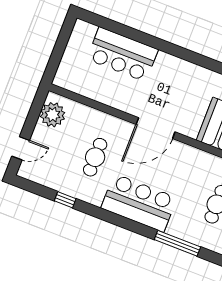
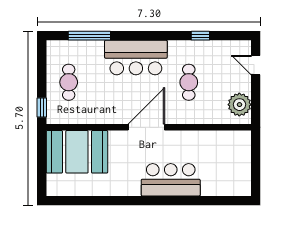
bar counter: (122, 54) -> (171, 180), moved
door: (21, 148) -> (256, 65), hinge flipped

